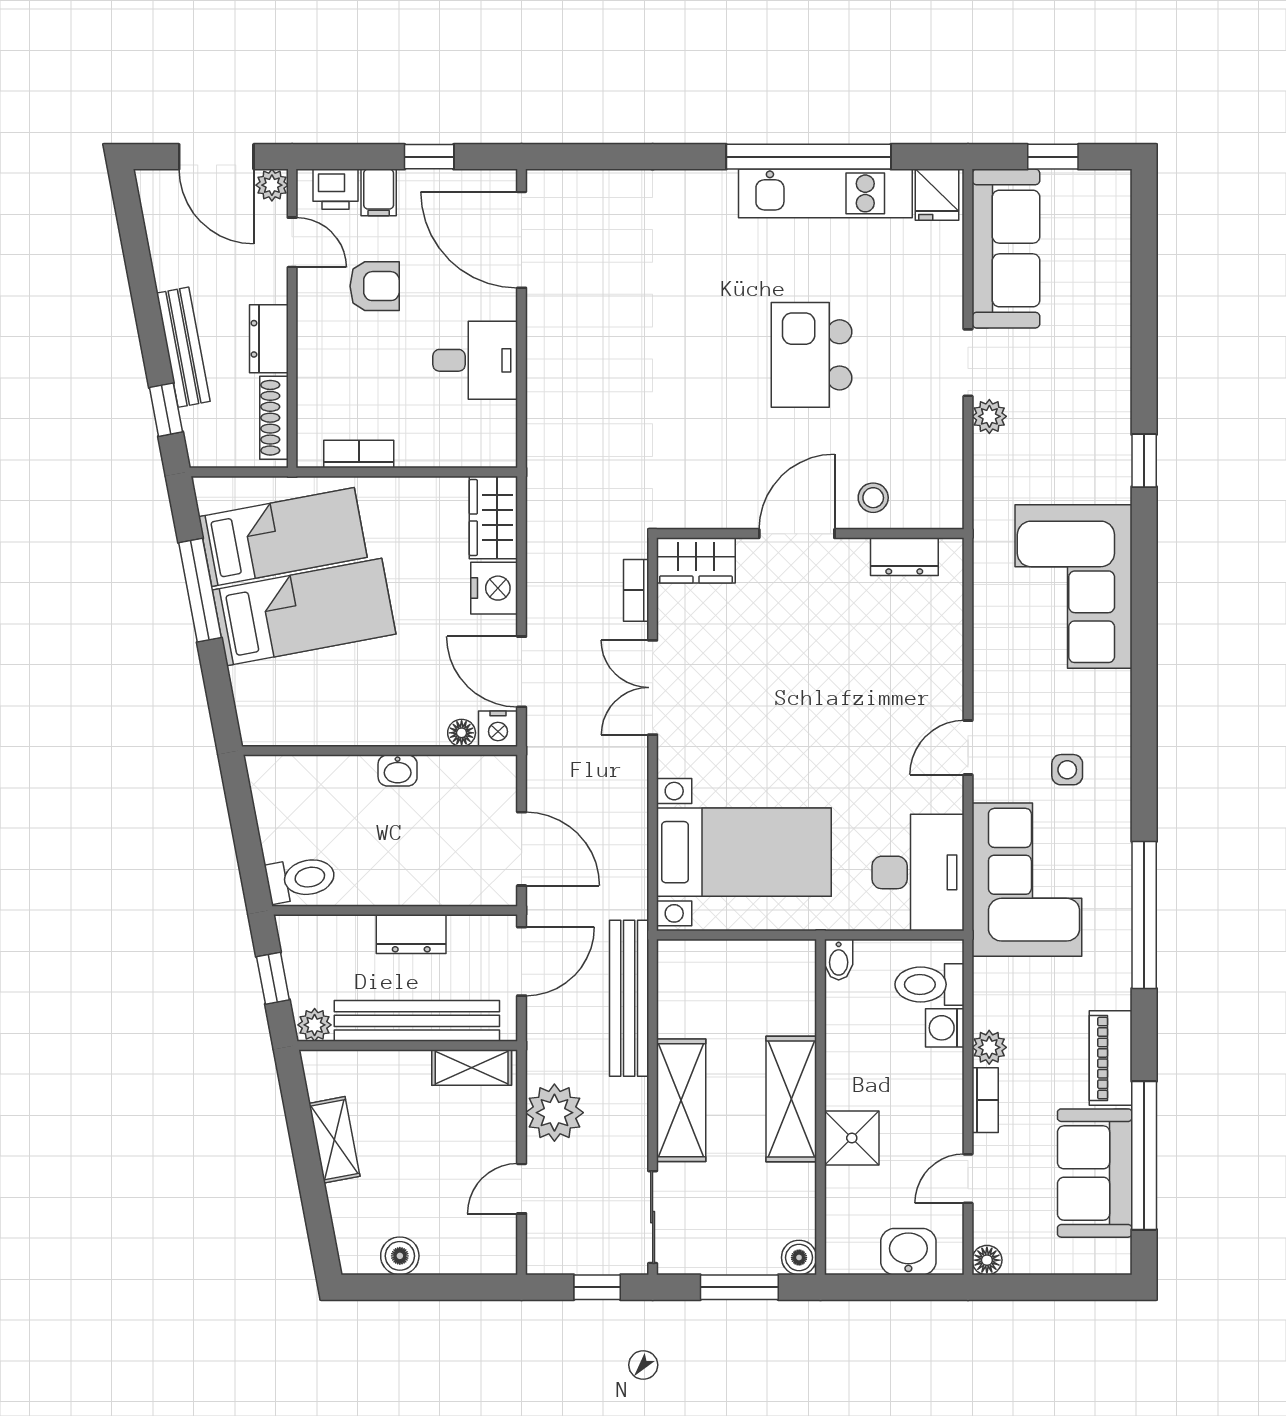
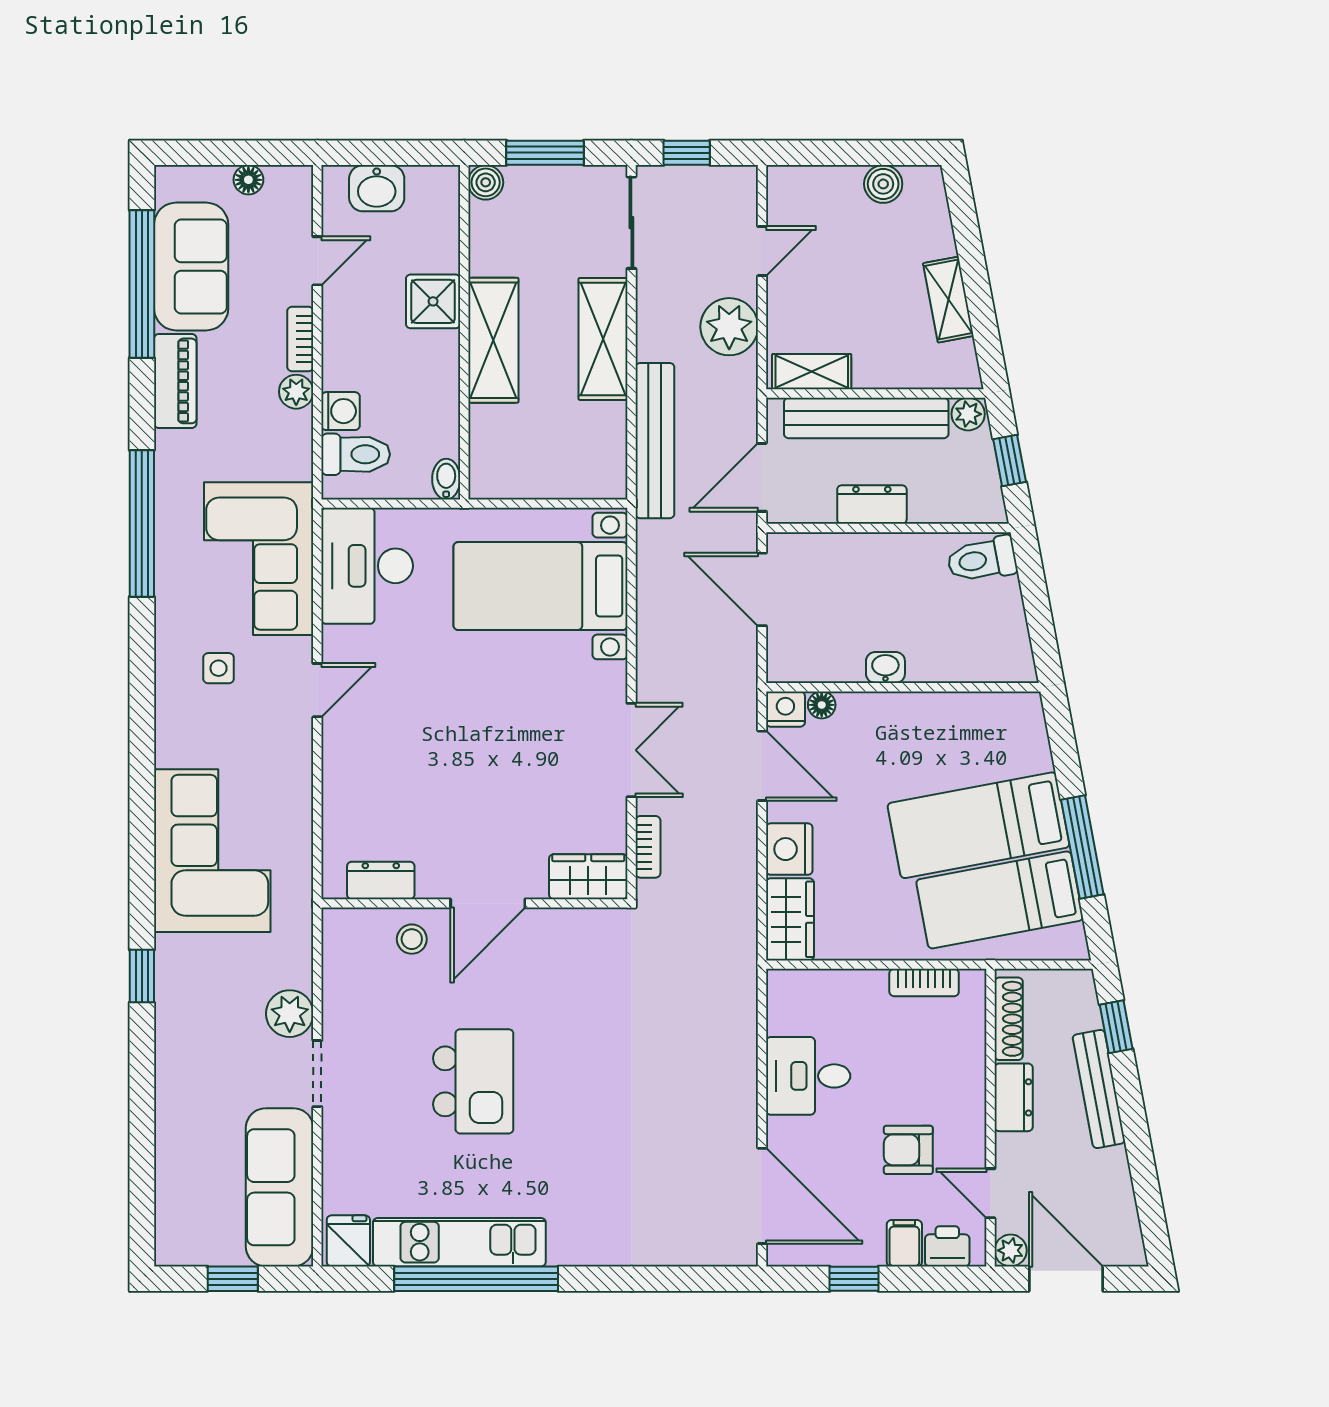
plant: (989, 416) -> (290, 1014), width x1.38, depth x1.38
floor lamp: (987, 1260) -> (248, 180), moved

